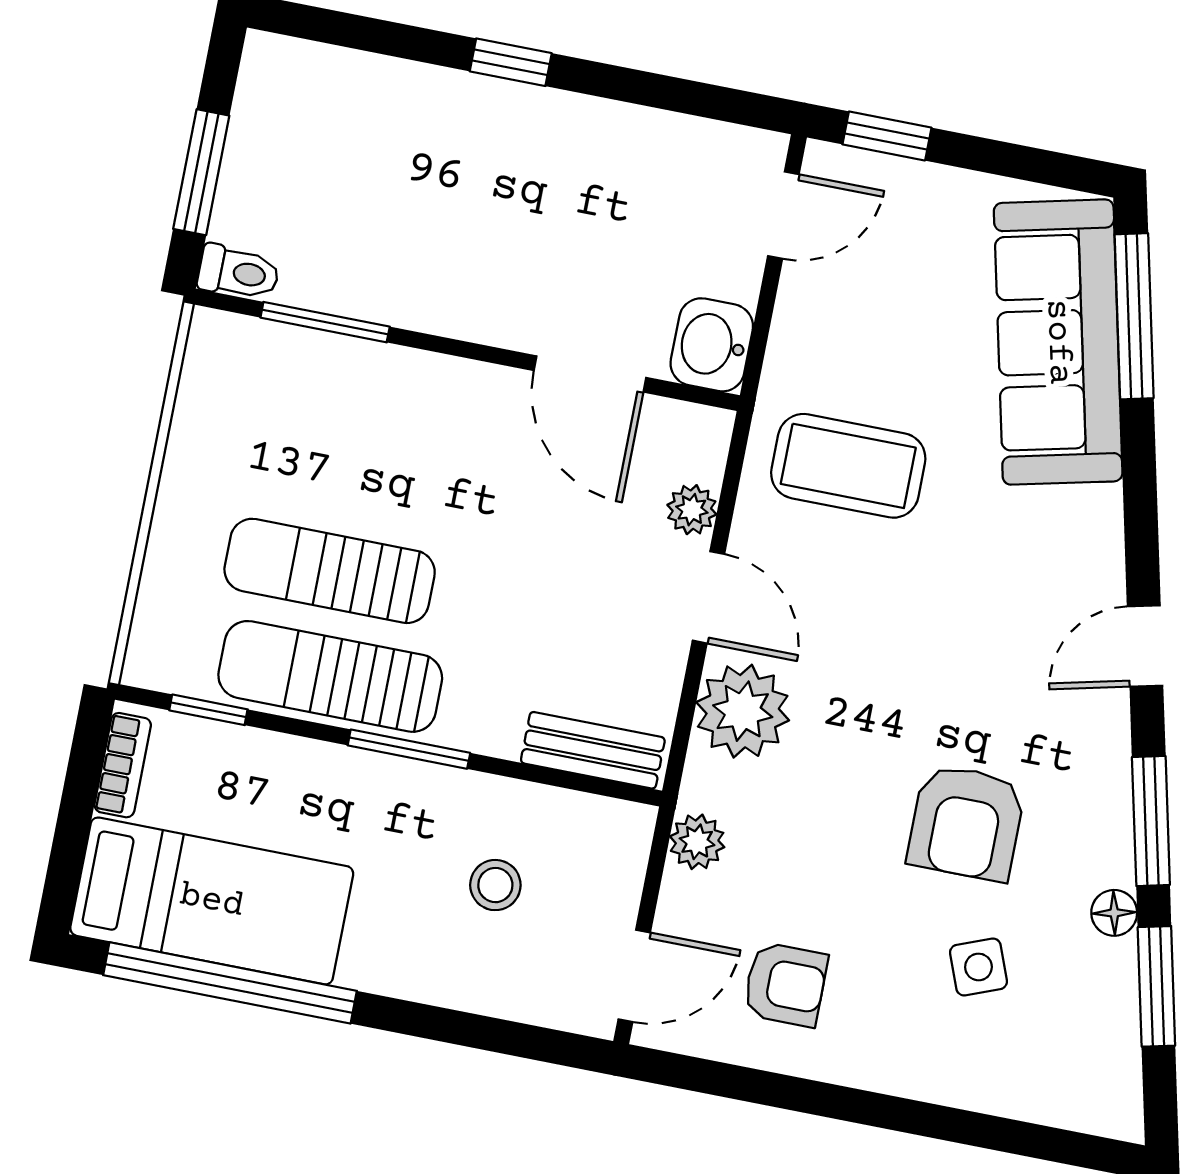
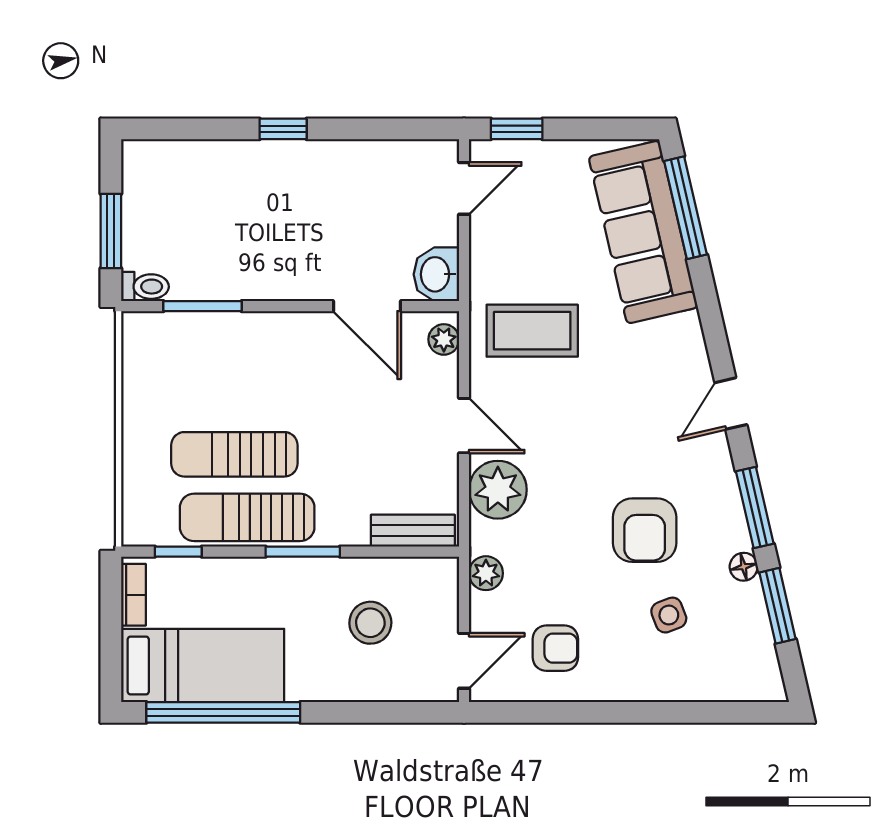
plant: (692, 510) -> (444, 339), moved
stool: (495, 885) -> (370, 623), width x1.37, depth x1.37

